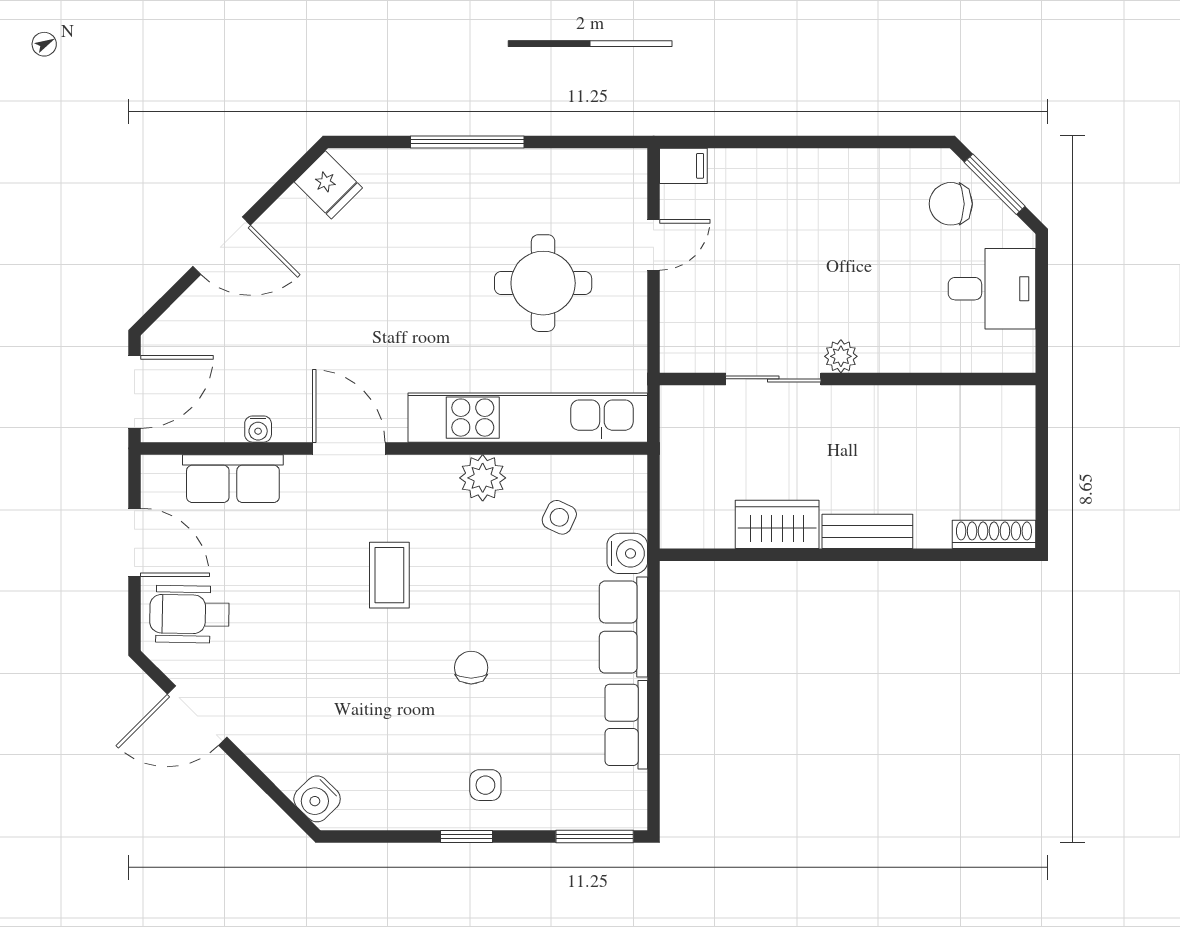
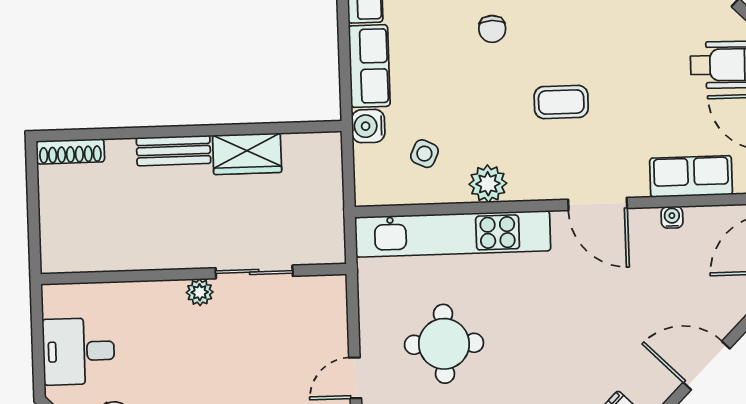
coffee table: (389, 575) -> (561, 102), turned 90

